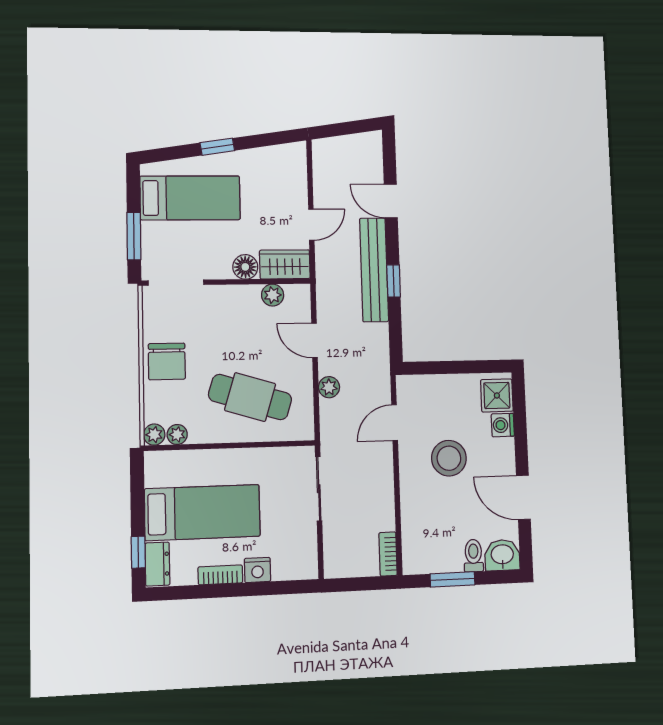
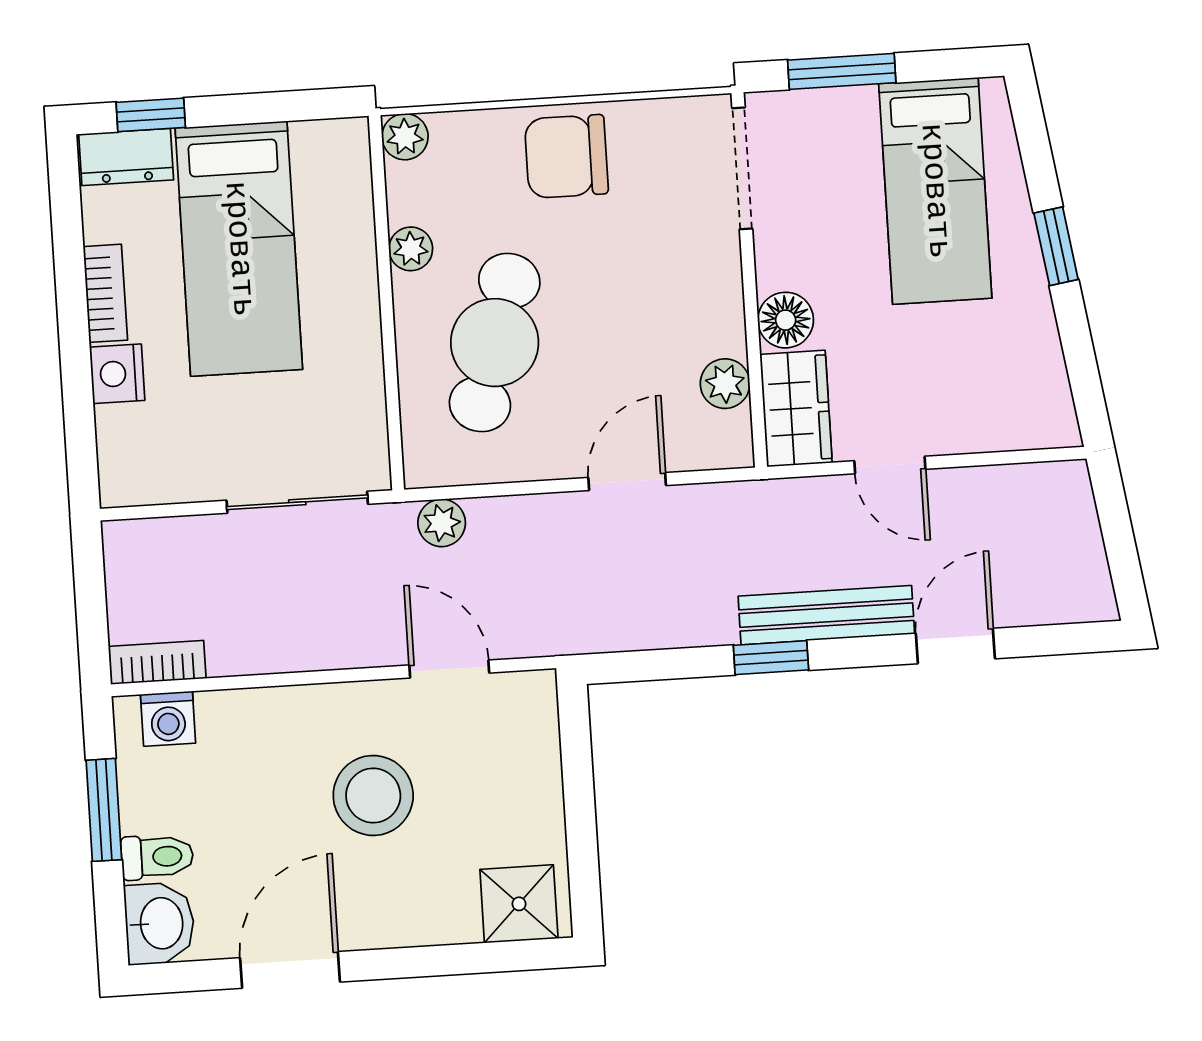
bench: (374, 270) -> (826, 615), width x0.73, depth x0.82
plant: (329, 387) -> (442, 523), moved
washing machine: (503, 425) -> (168, 719), moved, turned 180
plant: (177, 434) -> (411, 249), moved

